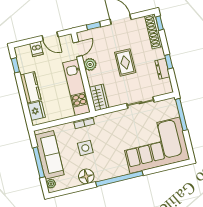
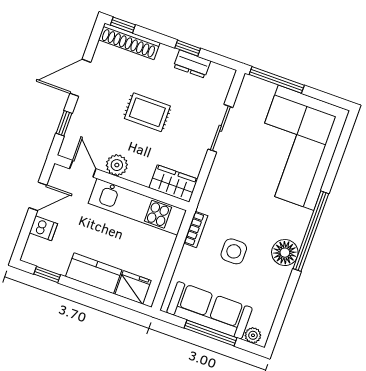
floor lamp: (86, 176) -> (285, 253), moved

